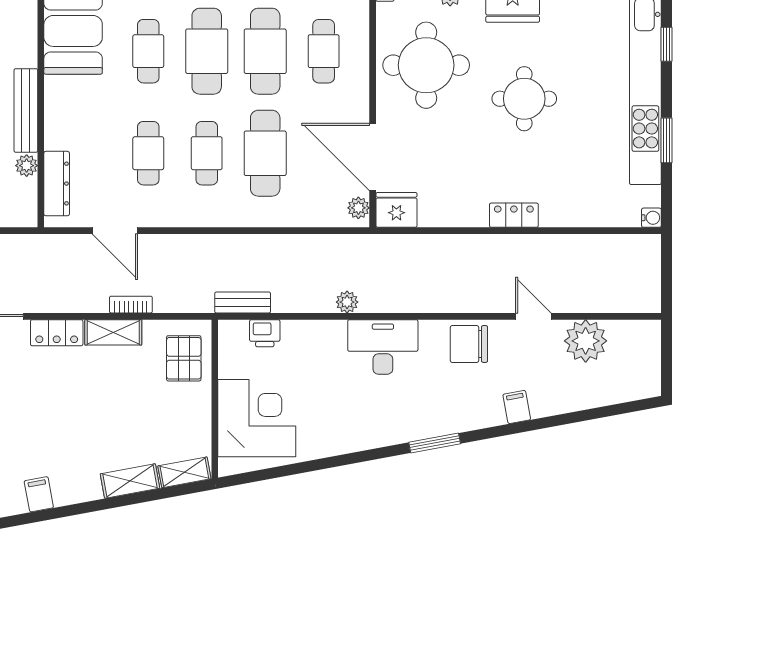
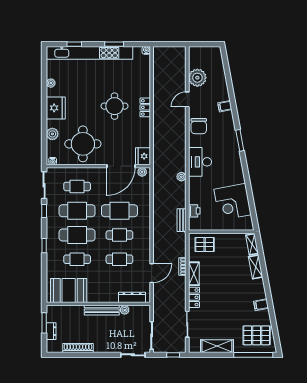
round table: (524, 99) -> (115, 106), moved
corner desk: (257, 418) -> (233, 202), moved, turned -100

